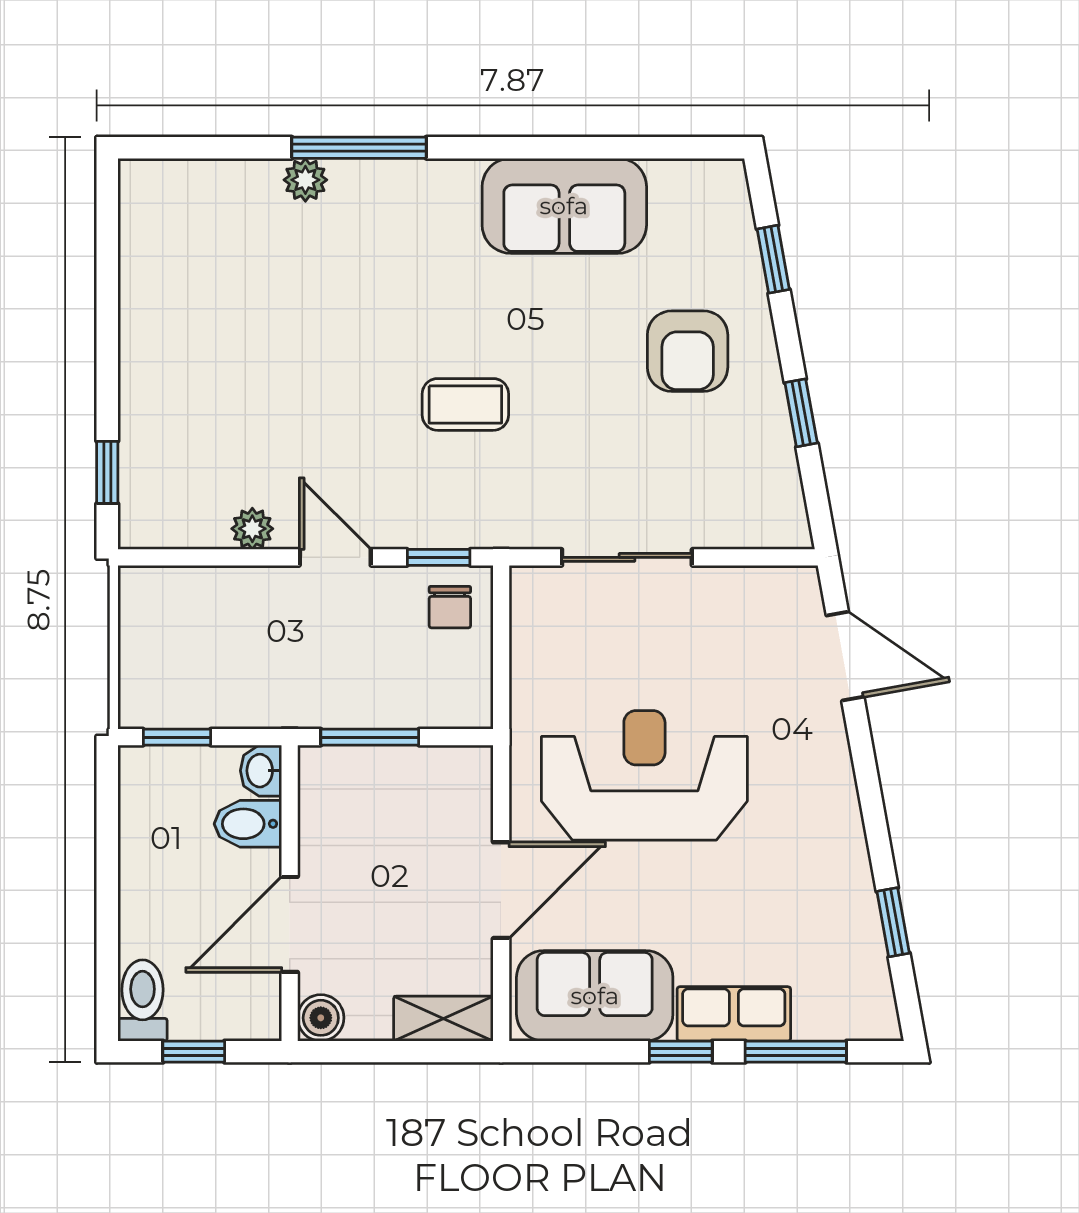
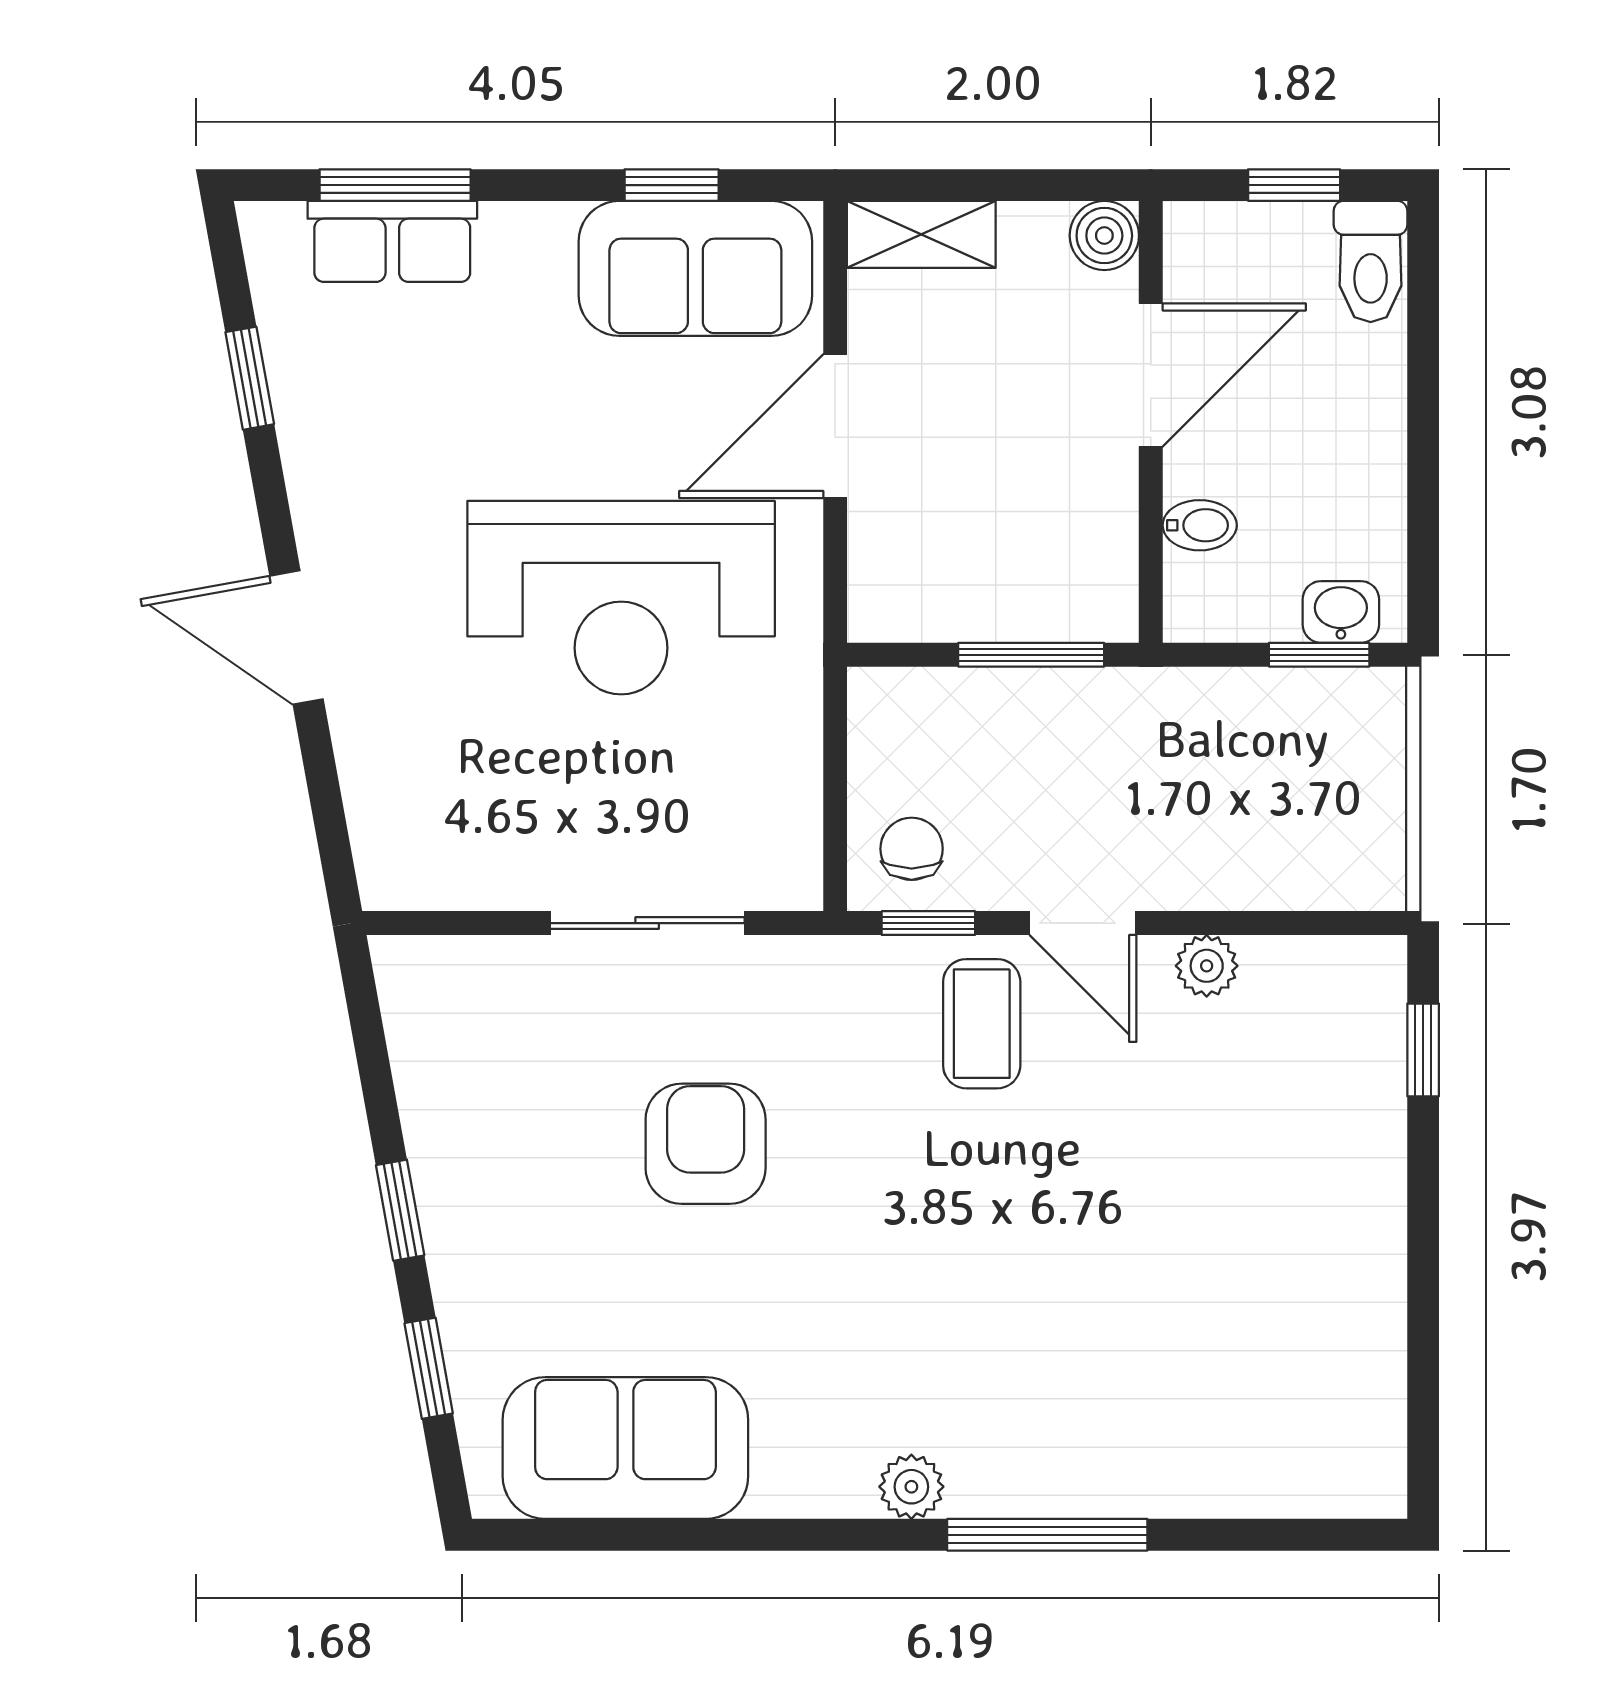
plant: (305, 180) -> (911, 1487), moved
sofa: (564, 206) -> (625, 1448), moved
armchair: (688, 351) -> (706, 1144), moved
coffee table: (465, 404) -> (982, 1024), moved, turned 90
window: (801, 413) -> (400, 1210), moved
door: (845, 656) -> (297, 637), moved
washbasin: (261, 771) -> (1341, 612), moved, turned -90
bidet: (248, 824) -> (1200, 525), width x0.72, depth x0.74
row of seats: (734, 1014) -> (392, 241), moved
window: (681, 1052) -> (672, 185), moved

